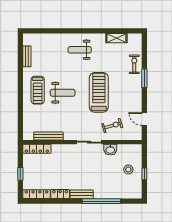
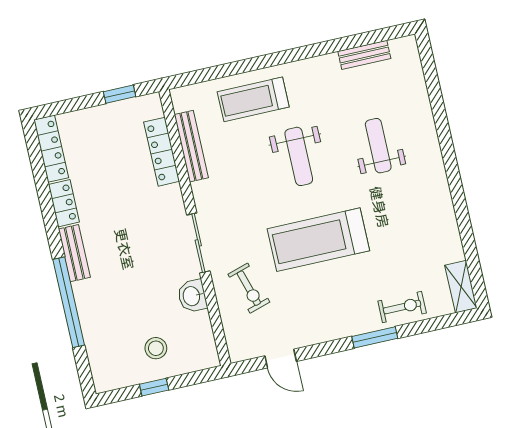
shelving: (116, 38) -> (461, 287), moved
weight bench: (80, 50) -> (378, 146), moved
treadmill: (38, 90) -> (253, 99), moved
treadmill: (99, 92) -> (318, 240), turned 180
door: (144, 119) -> (281, 359), swing flipped
locker: (37, 149) -> (162, 152), moved
window: (20, 174) -> (120, 94), moved

